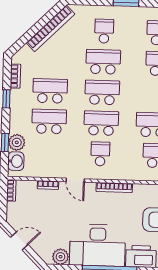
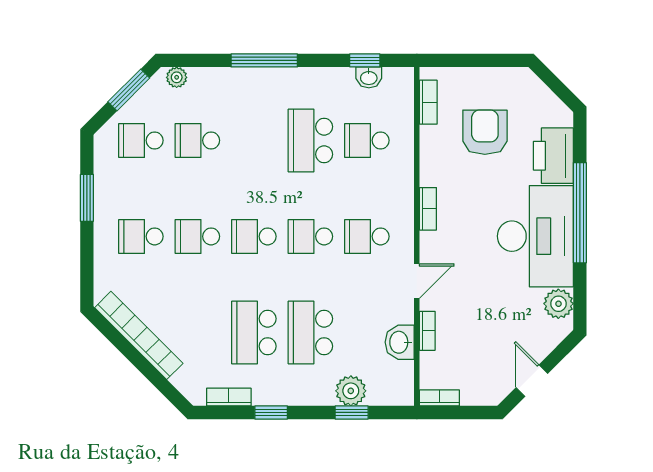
school desk: (103, 62) -> (197, 236), width x0.54
school desk: (102, 92) -> (254, 236), width x0.54
school desk: (101, 123) -> (310, 236), width x0.54
washbasin: (16, 161) -> (400, 342), moved, turned -90
bookcase: (114, 187) -> (428, 209), width x0.64

